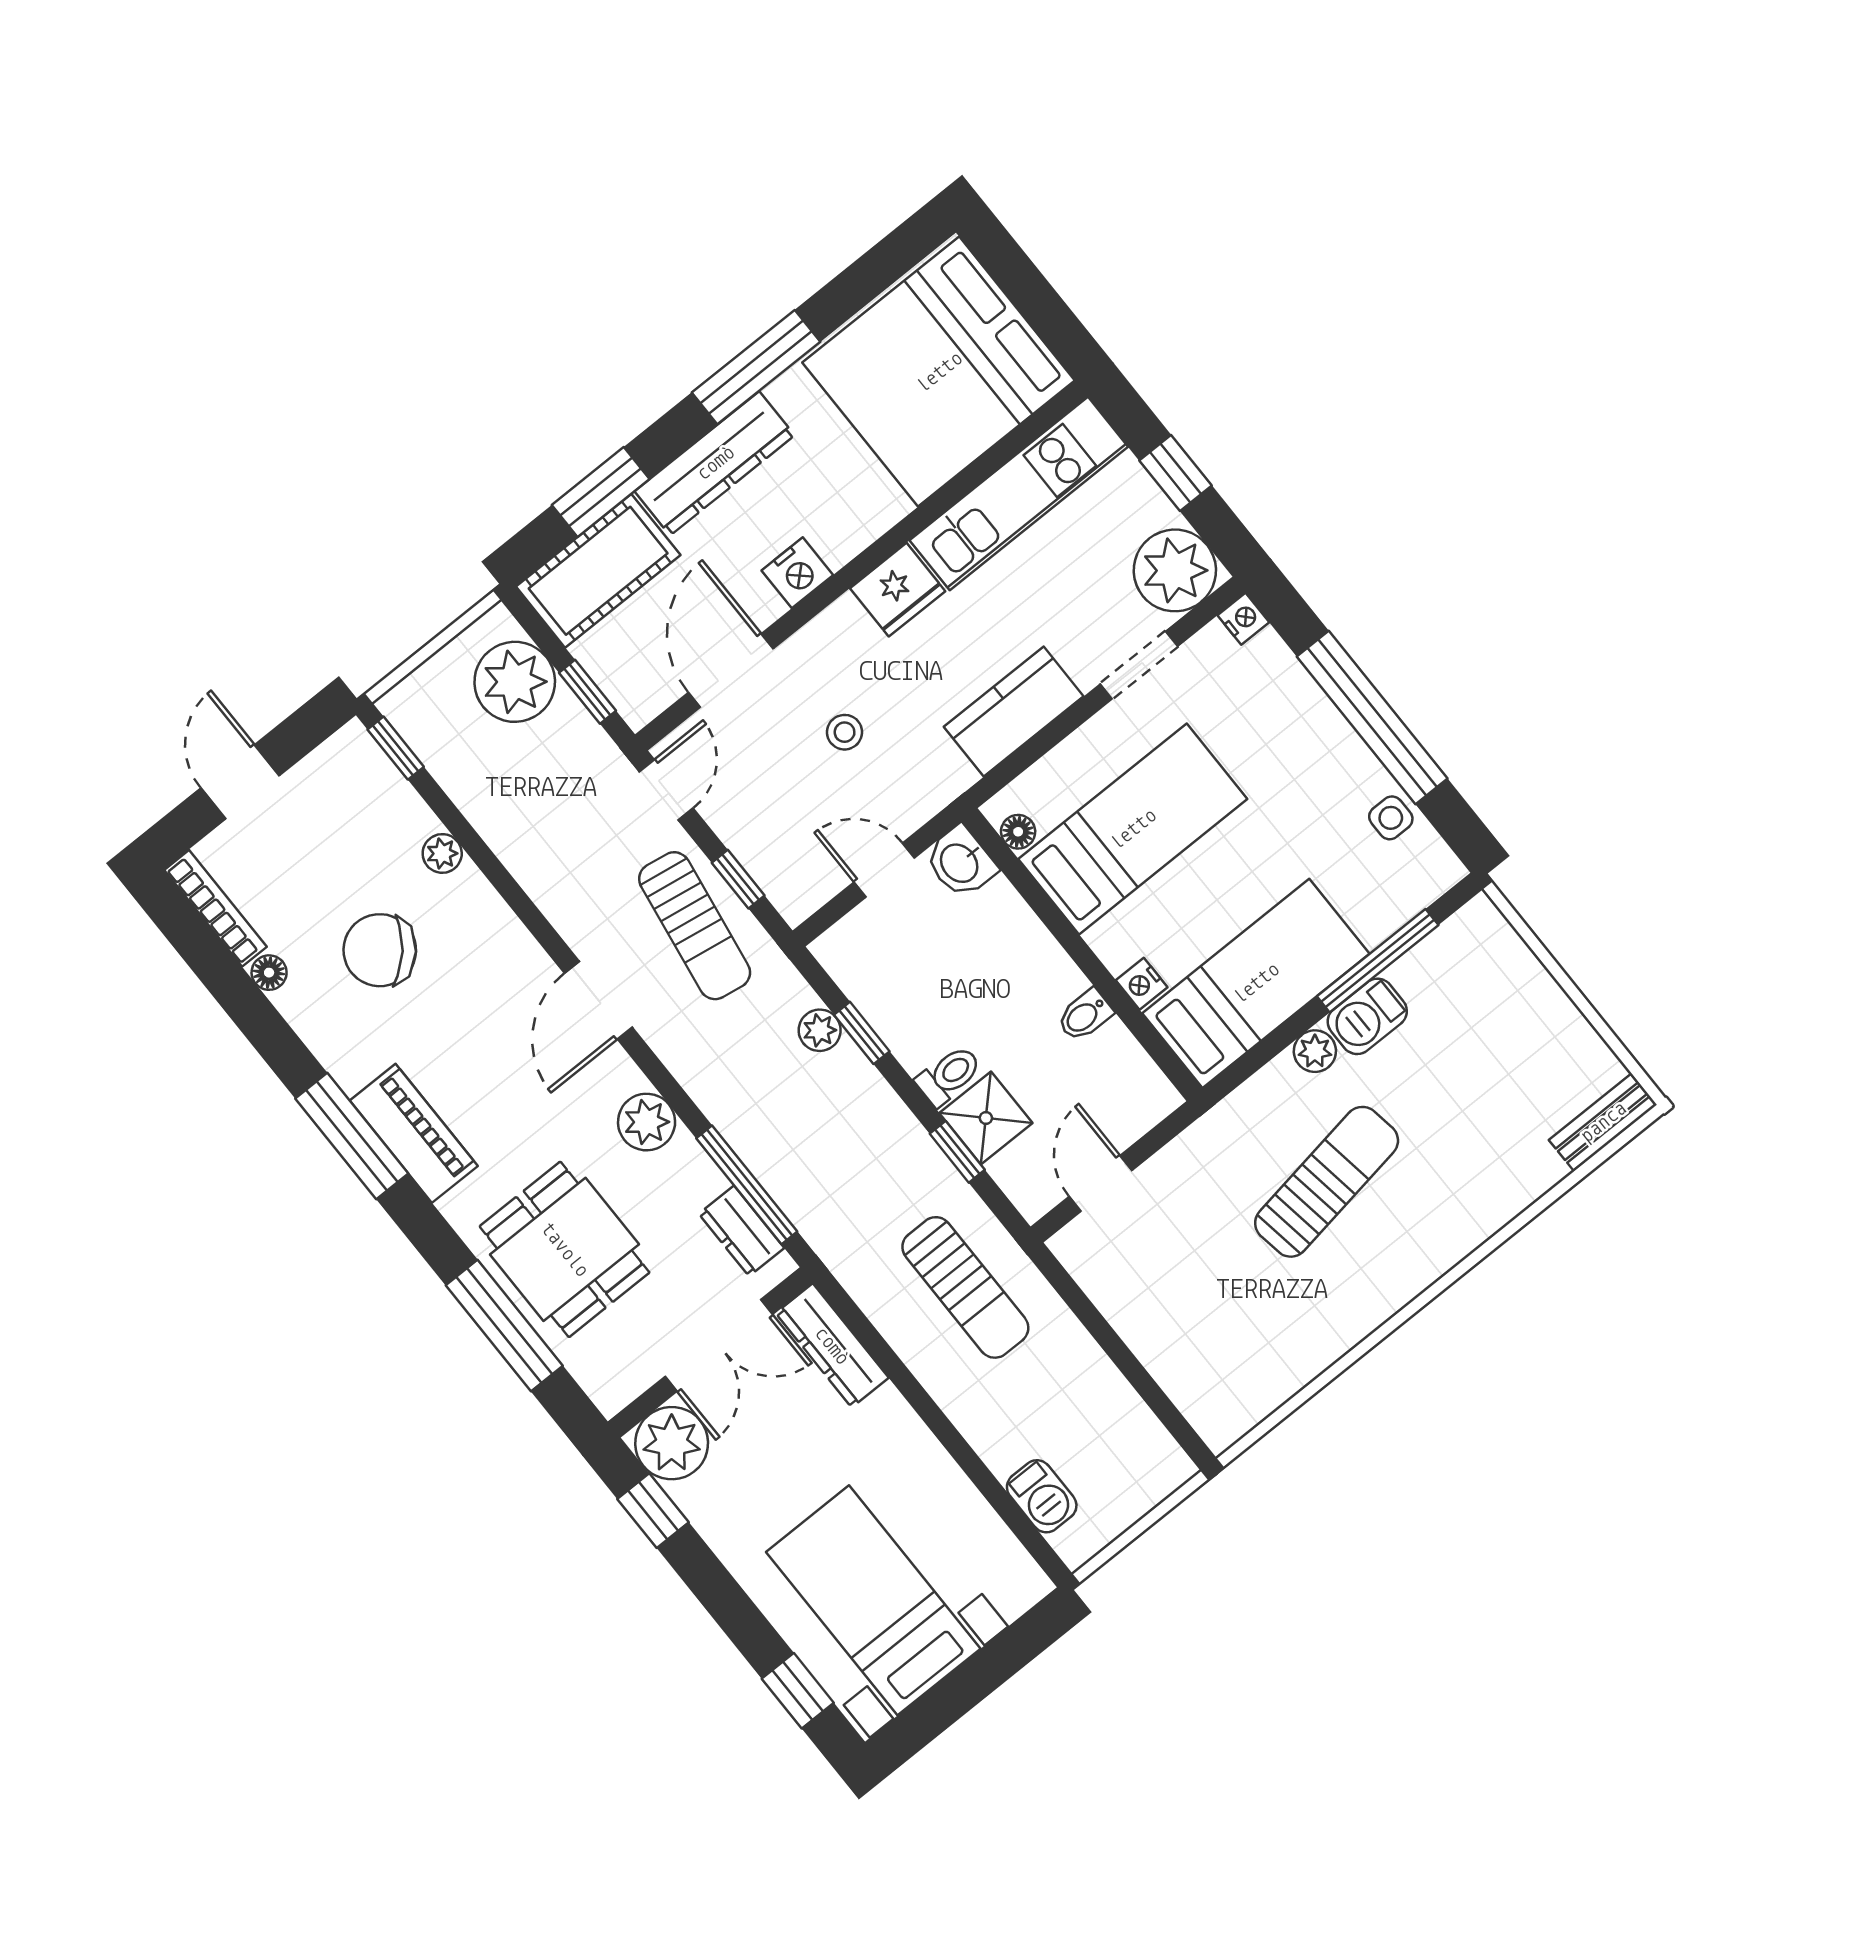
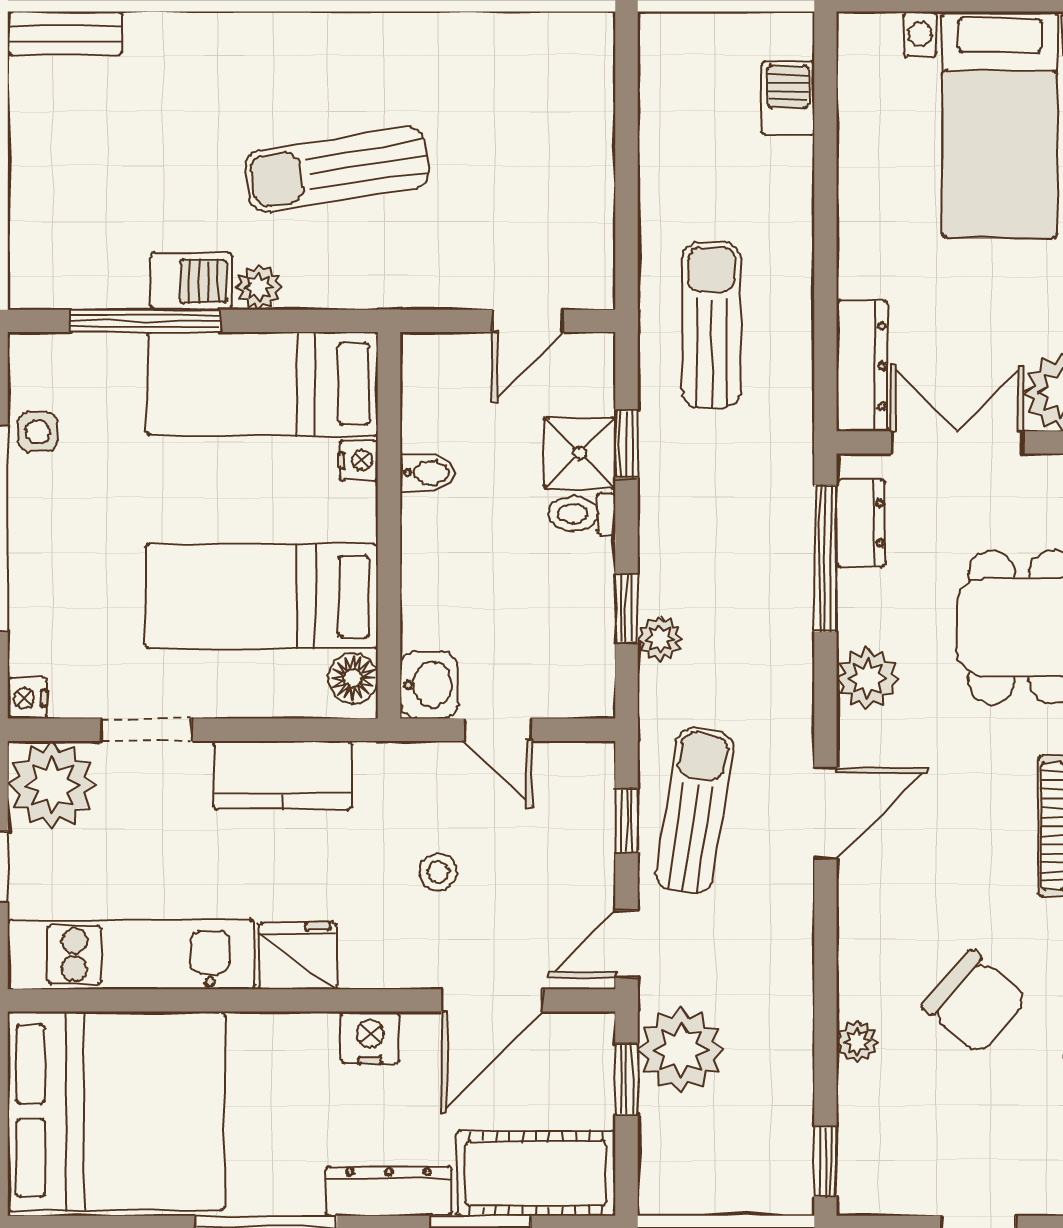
dresser: (715, 463) -> (389, 1191), width x0.73, depth x0.80
plant: (515, 682) -> (681, 1050), moved
floor lamp: (1018, 832) -> (353, 678), width x1.37, depth x1.37

